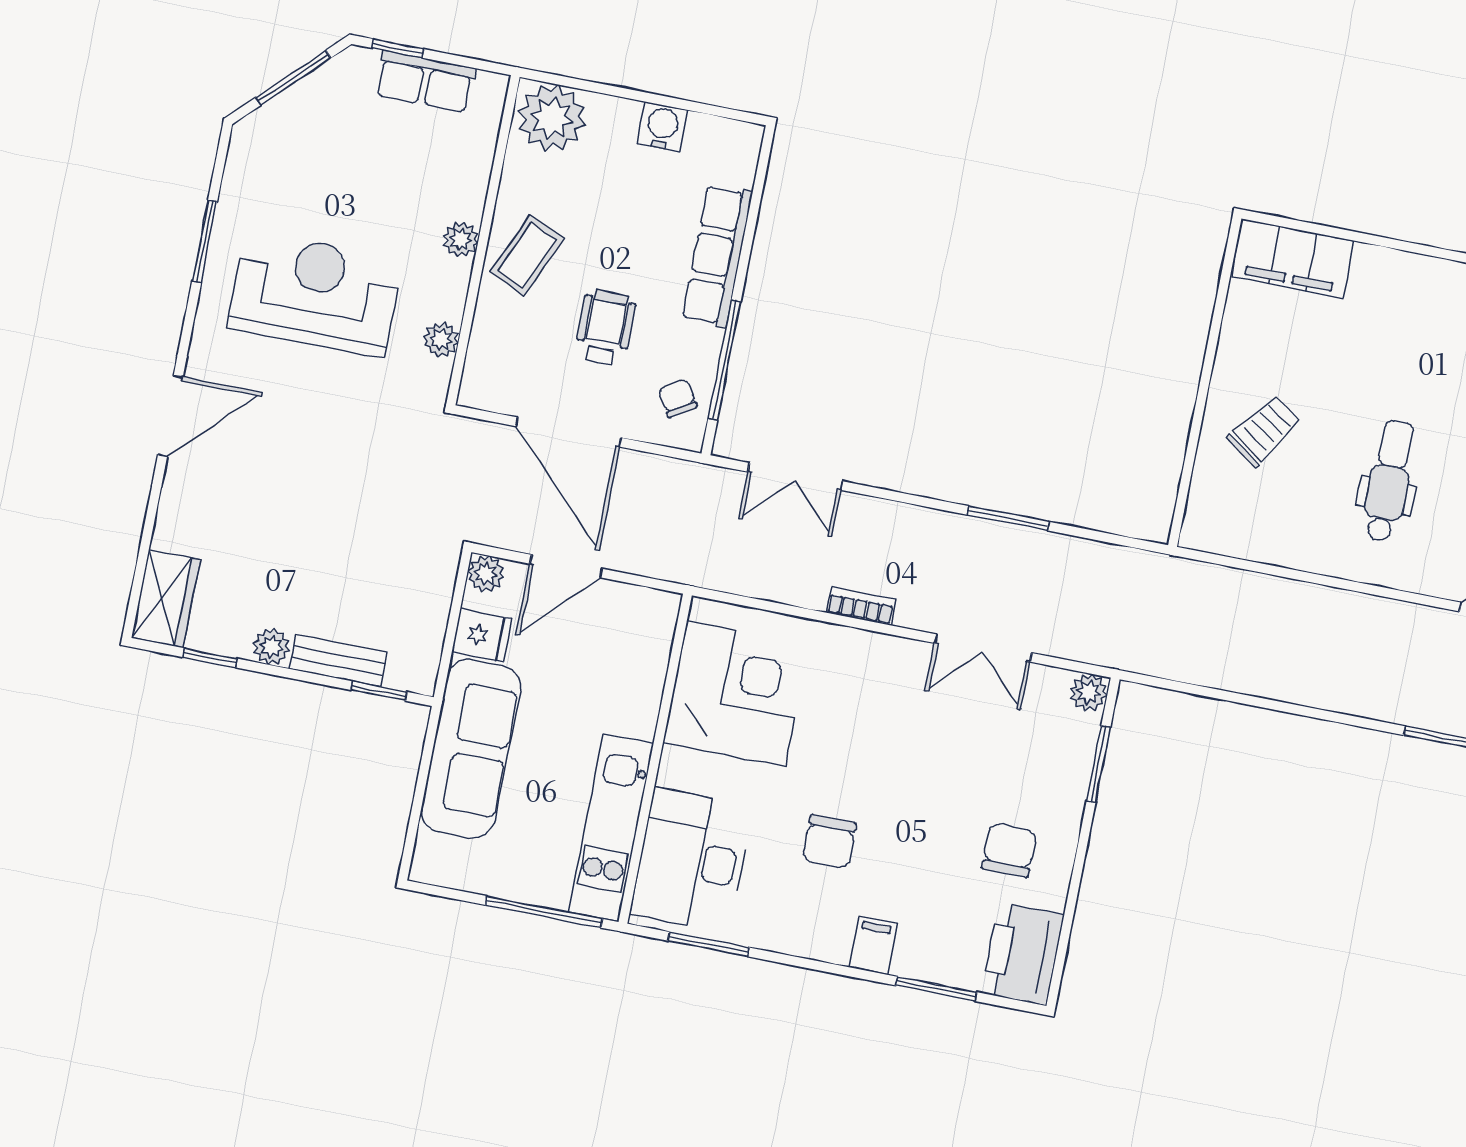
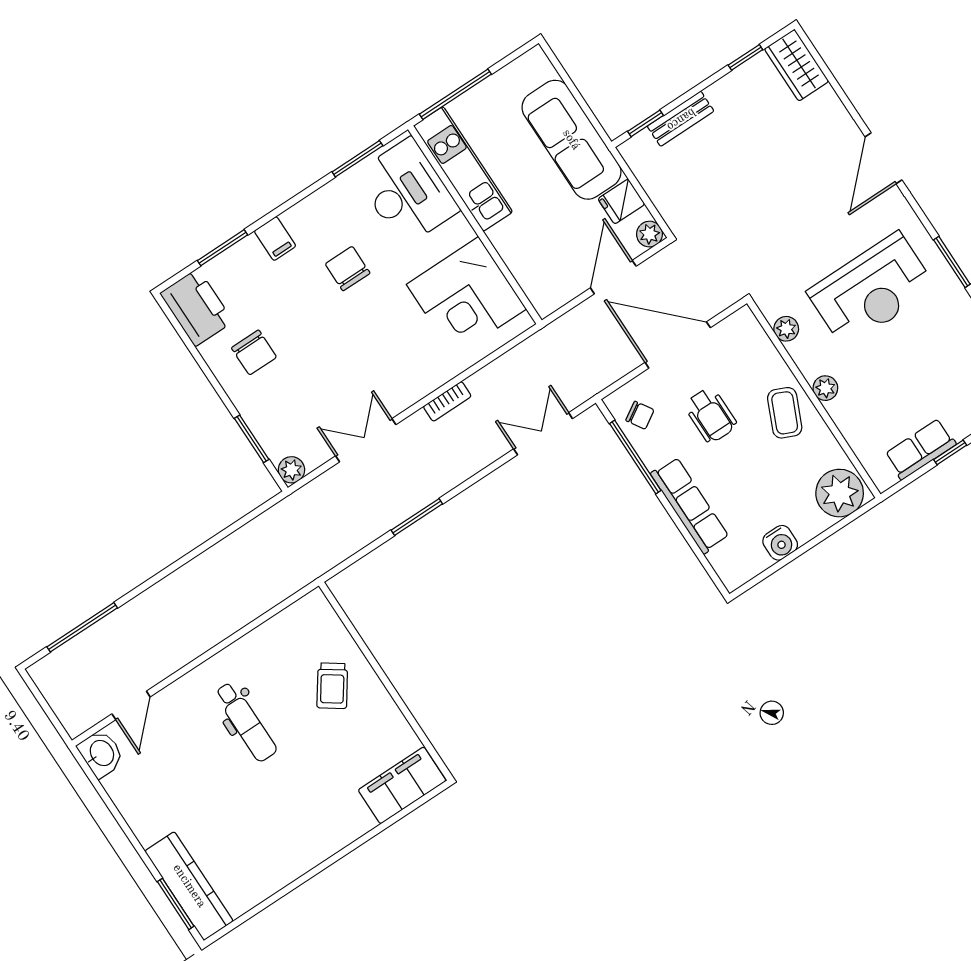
plant: (271, 647) -> (720, 93), removed

